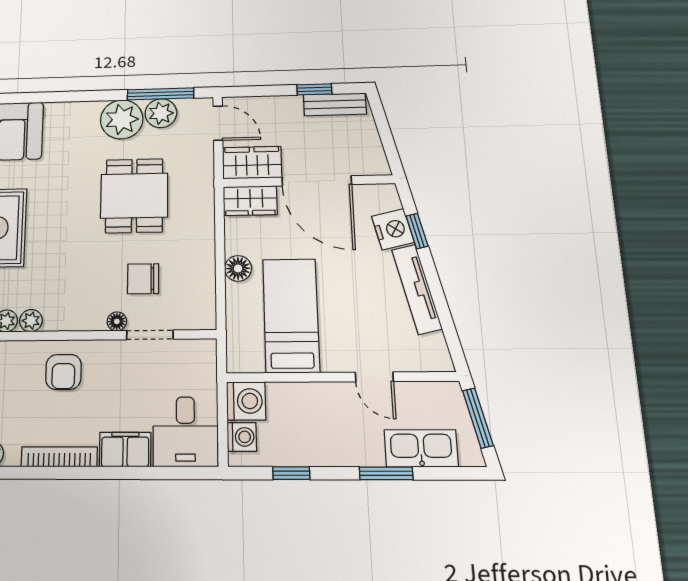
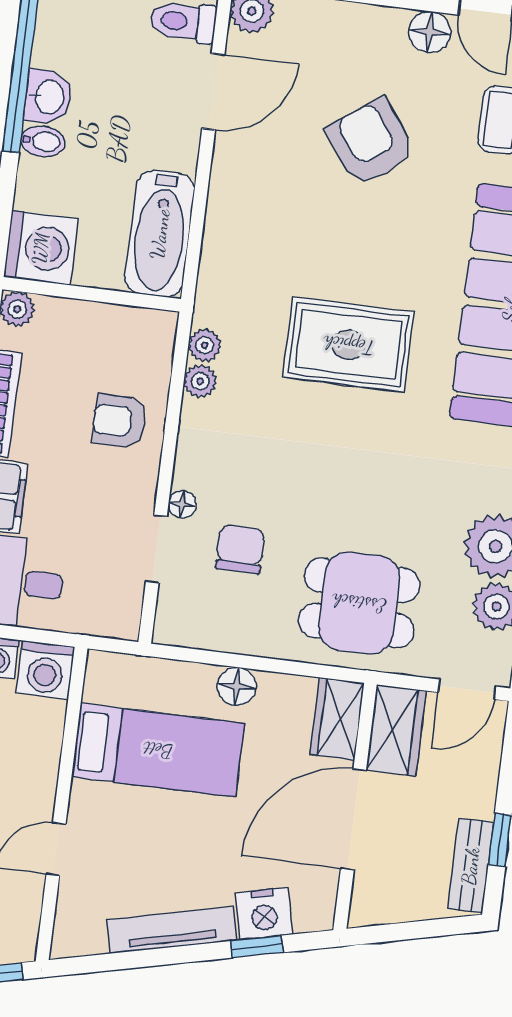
dining table: (134, 196) -> (359, 603), moved

